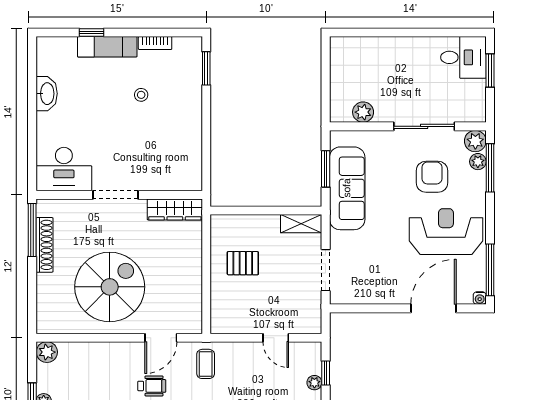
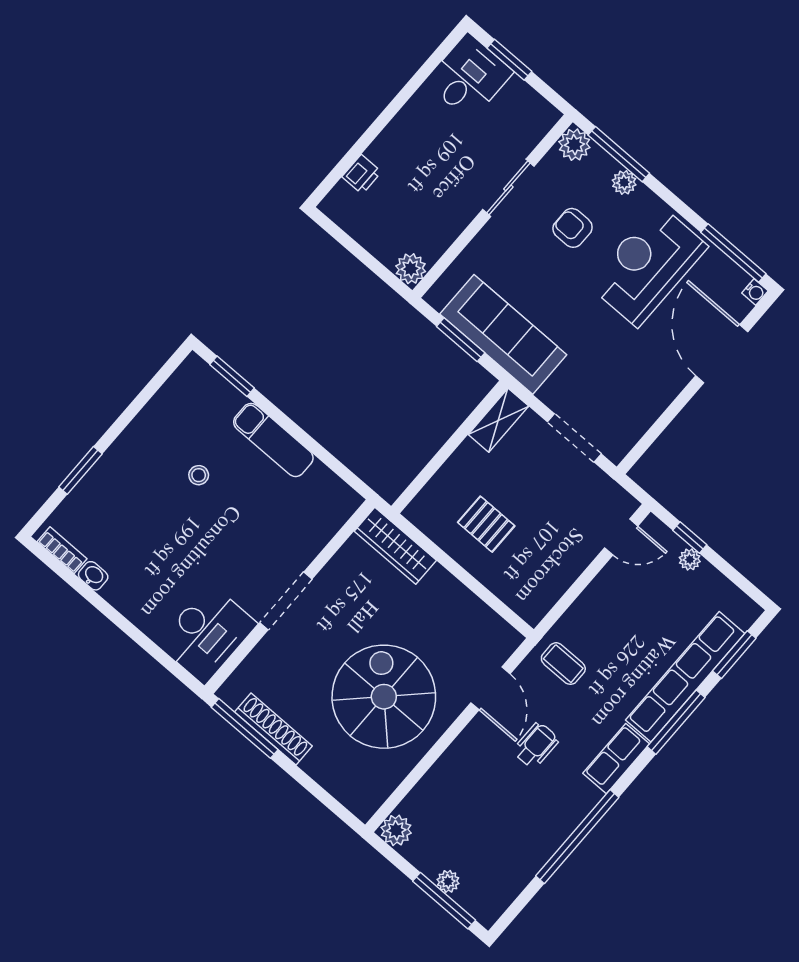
window: (91, 32) -> (80, 470), width x1.50
bookcase: (155, 43) -> (62, 550), moved, turned -90
printer: (366, 46) -> (362, 174), added
exam couch: (107, 47) -> (273, 440), moved, turned 90
washbasin: (47, 94) -> (93, 576), width x0.52, depth x0.69
plant: (363, 112) -> (411, 269), moved
sliding door: (424, 126) -> (508, 188), width x0.73
plant: (478, 162) -> (624, 182), moved
armchair: (432, 177) -> (573, 228), width x0.72, depth x0.72
wardrobe: (175, 209) -> (395, 546), moved, turned 90
pallet: (243, 263) -> (486, 524), turned 90
door: (276, 338) -> (621, 537), moved

